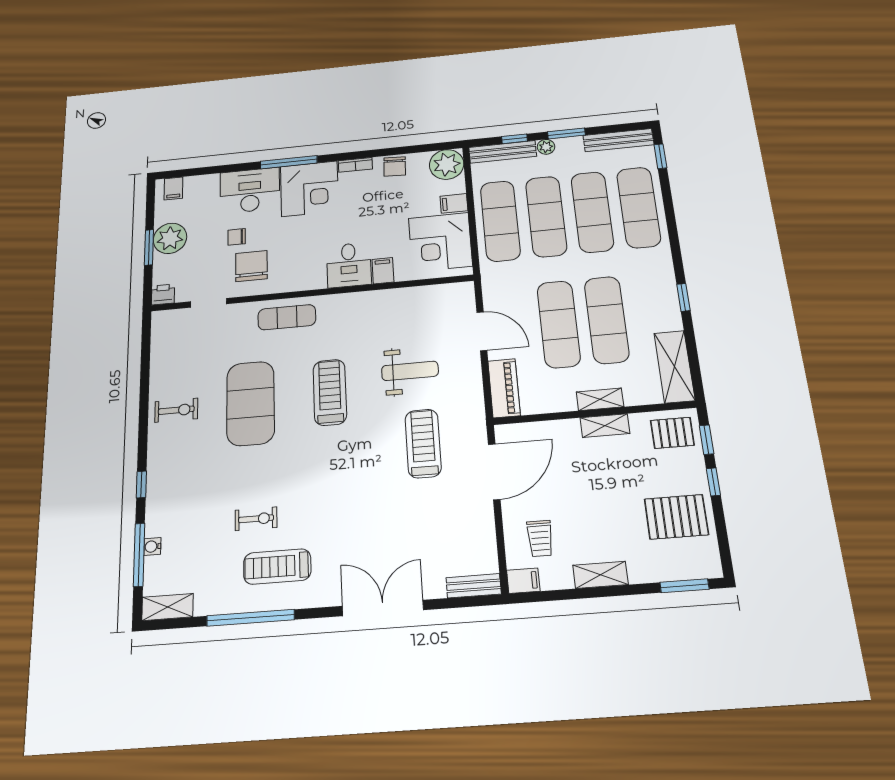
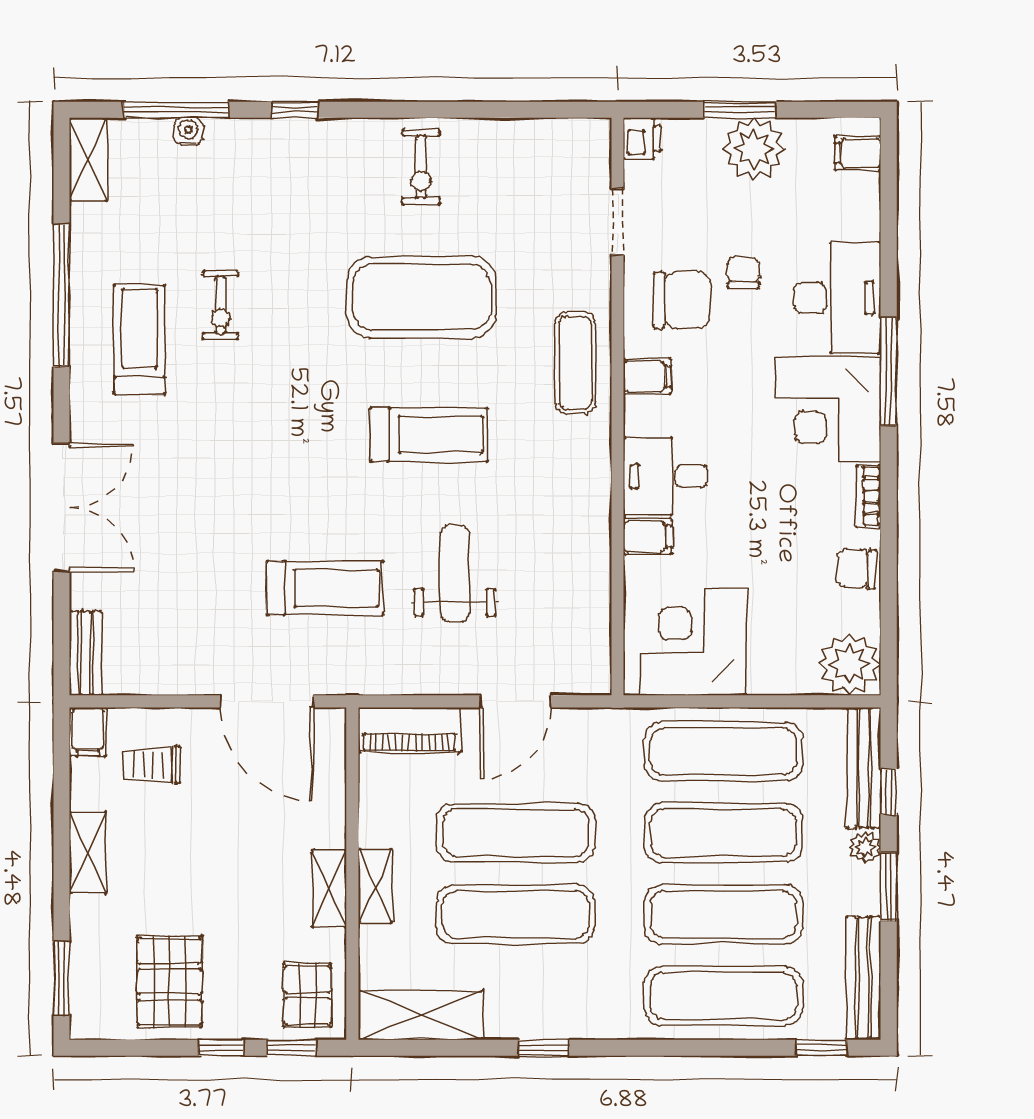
filing cabinet: (454, 203) -> (647, 376), moved, turned 90
weight bench: (410, 371) -> (455, 574), turned 180

